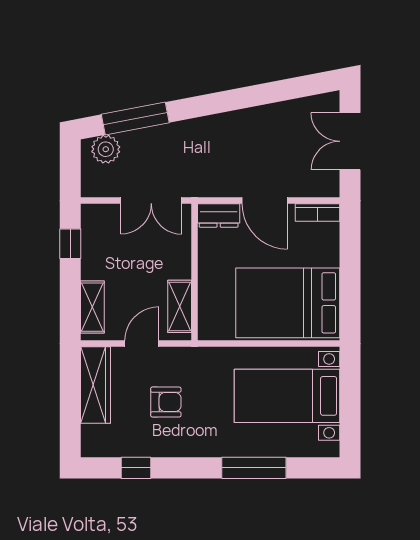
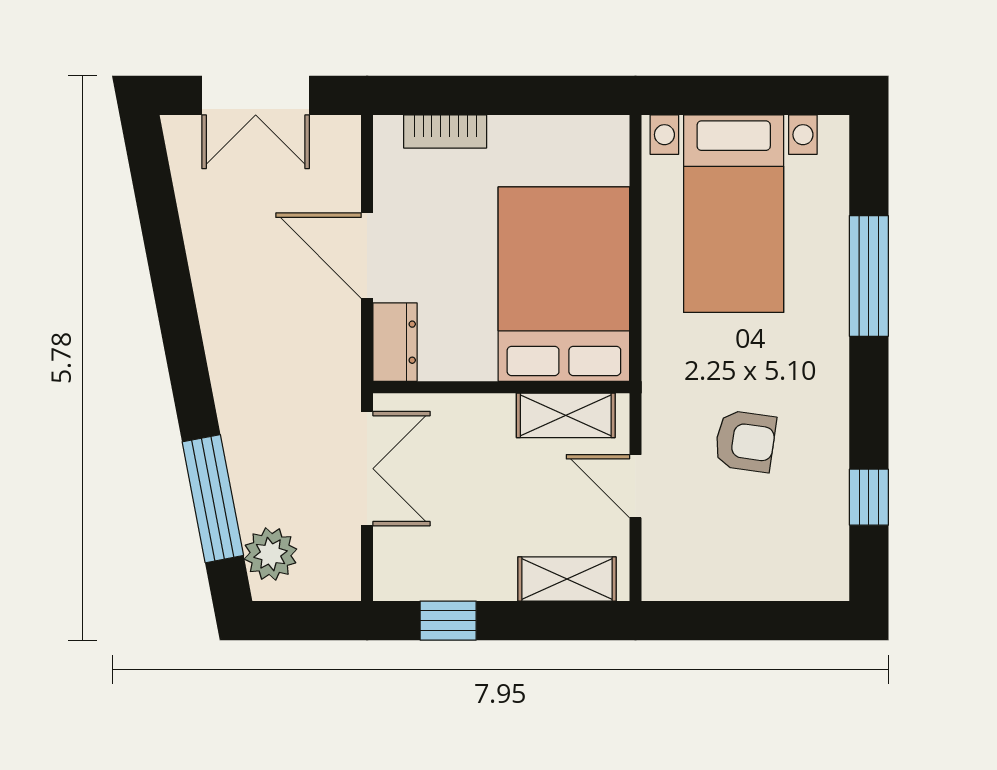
door: (265, 201) -> (367, 256), swing flipped
bookcase: (318, 213) -> (445, 131), moved, turned 90
bed: (288, 303) -> (564, 284), moved, turned 180
wardrobe: (96, 385) -> (713, 573), removed
armchair: (166, 402) -> (745, 441), turned 98

